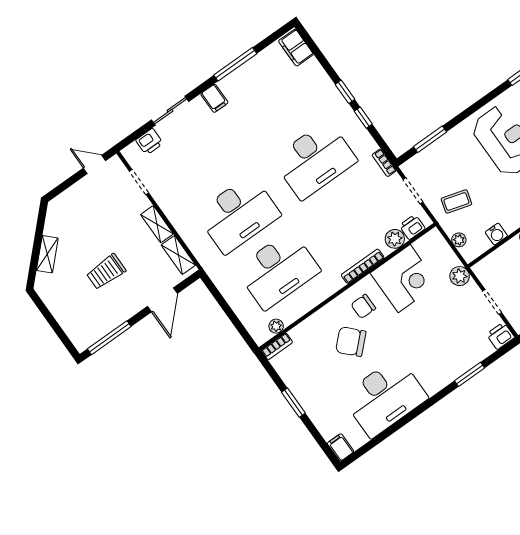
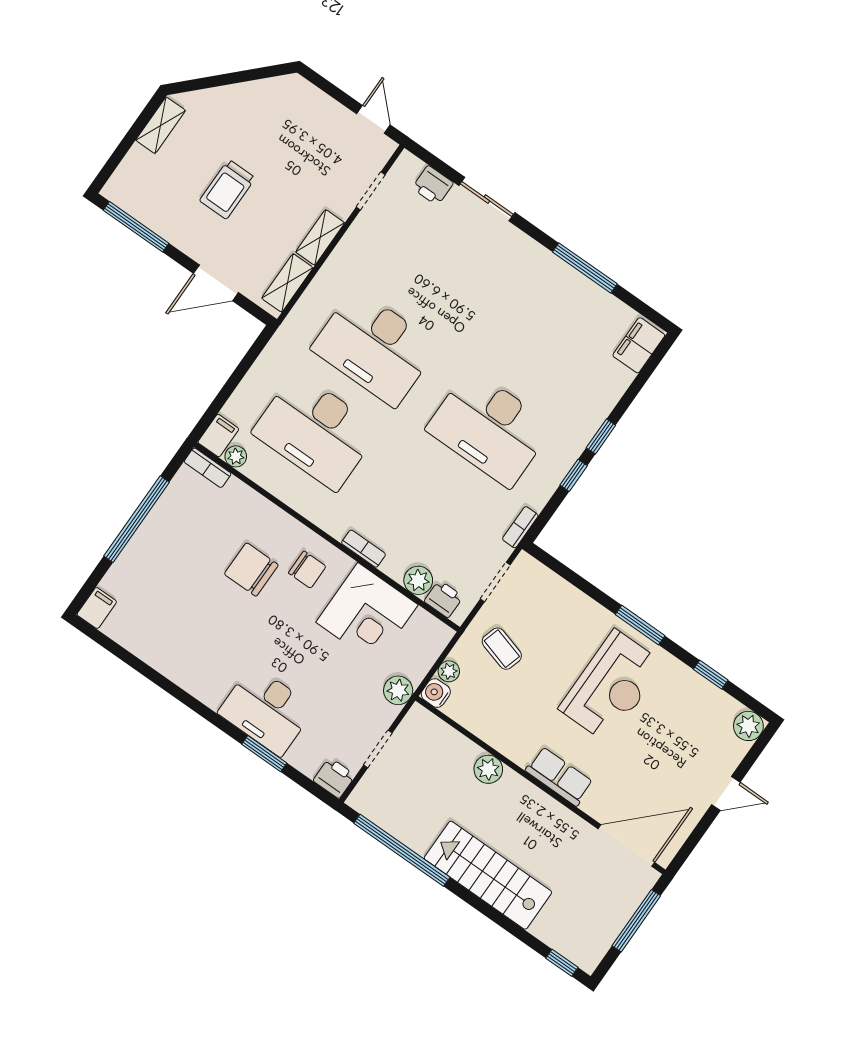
filing cabinet: (214, 98) -> (218, 436), moved, turned 180
window: (430, 139) -> (640, 625), moved
water cooler: (496, 234) -> (436, 693), moved, turned 90
shelving: (47, 254) -> (161, 125), moved, turned -45
bookcase: (363, 266) -> (364, 549), width x0.64
trolley: (106, 272) -> (227, 189), turned -90
chair: (363, 306) -> (307, 570), turned 180
chair: (351, 342) -> (251, 569), turned -46
desk: (385, 397) -> (266, 710), moved, width x0.73, depth x0.77
window: (293, 403) -> (137, 519), width x2.11

